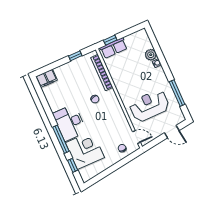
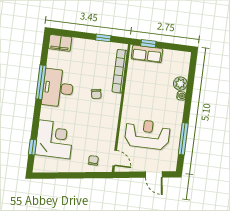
desk: (70, 123) -> (58, 88), moved
window: (61, 139) -> (41, 82), moved

